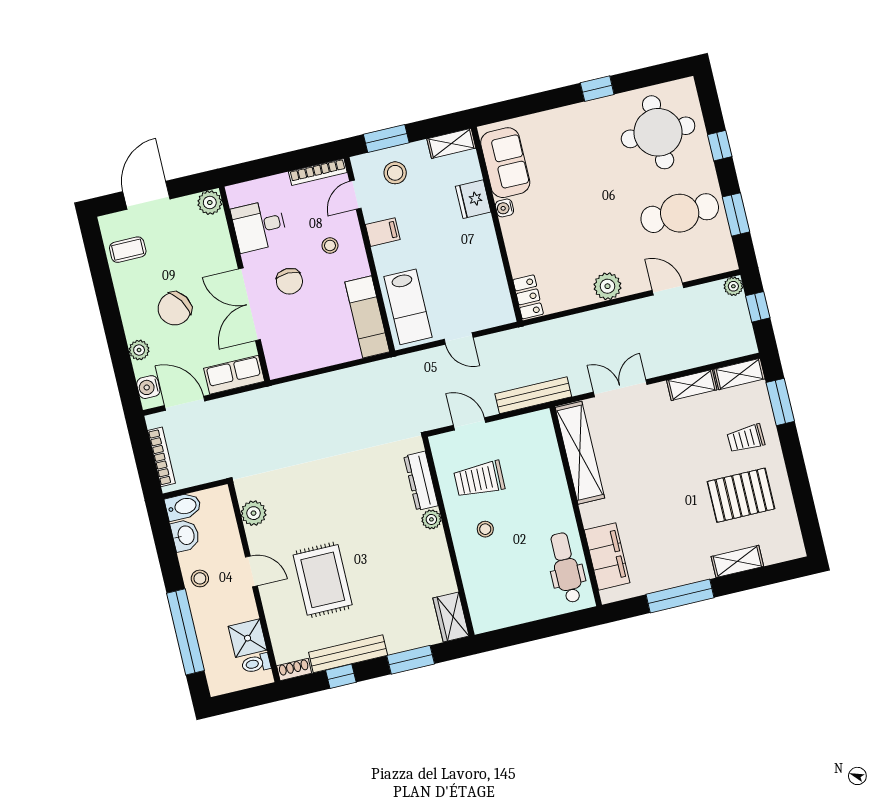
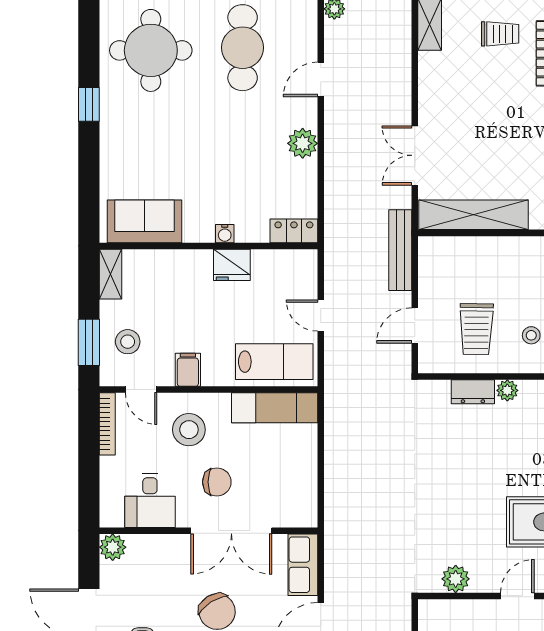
fridge: (473, 199) -> (232, 265), moved
water cooler: (504, 208) -> (225, 234), moved
stool: (330, 246) -> (189, 430), width x1.89, depth x1.89
door: (459, 338) -> (321, 316), swing flipped
shelving: (692, 385) -> (429, 78), removed
trolley: (746, 438) -> (500, 34), turned -88
dresser: (421, 481) -> (473, 392), width x0.70

